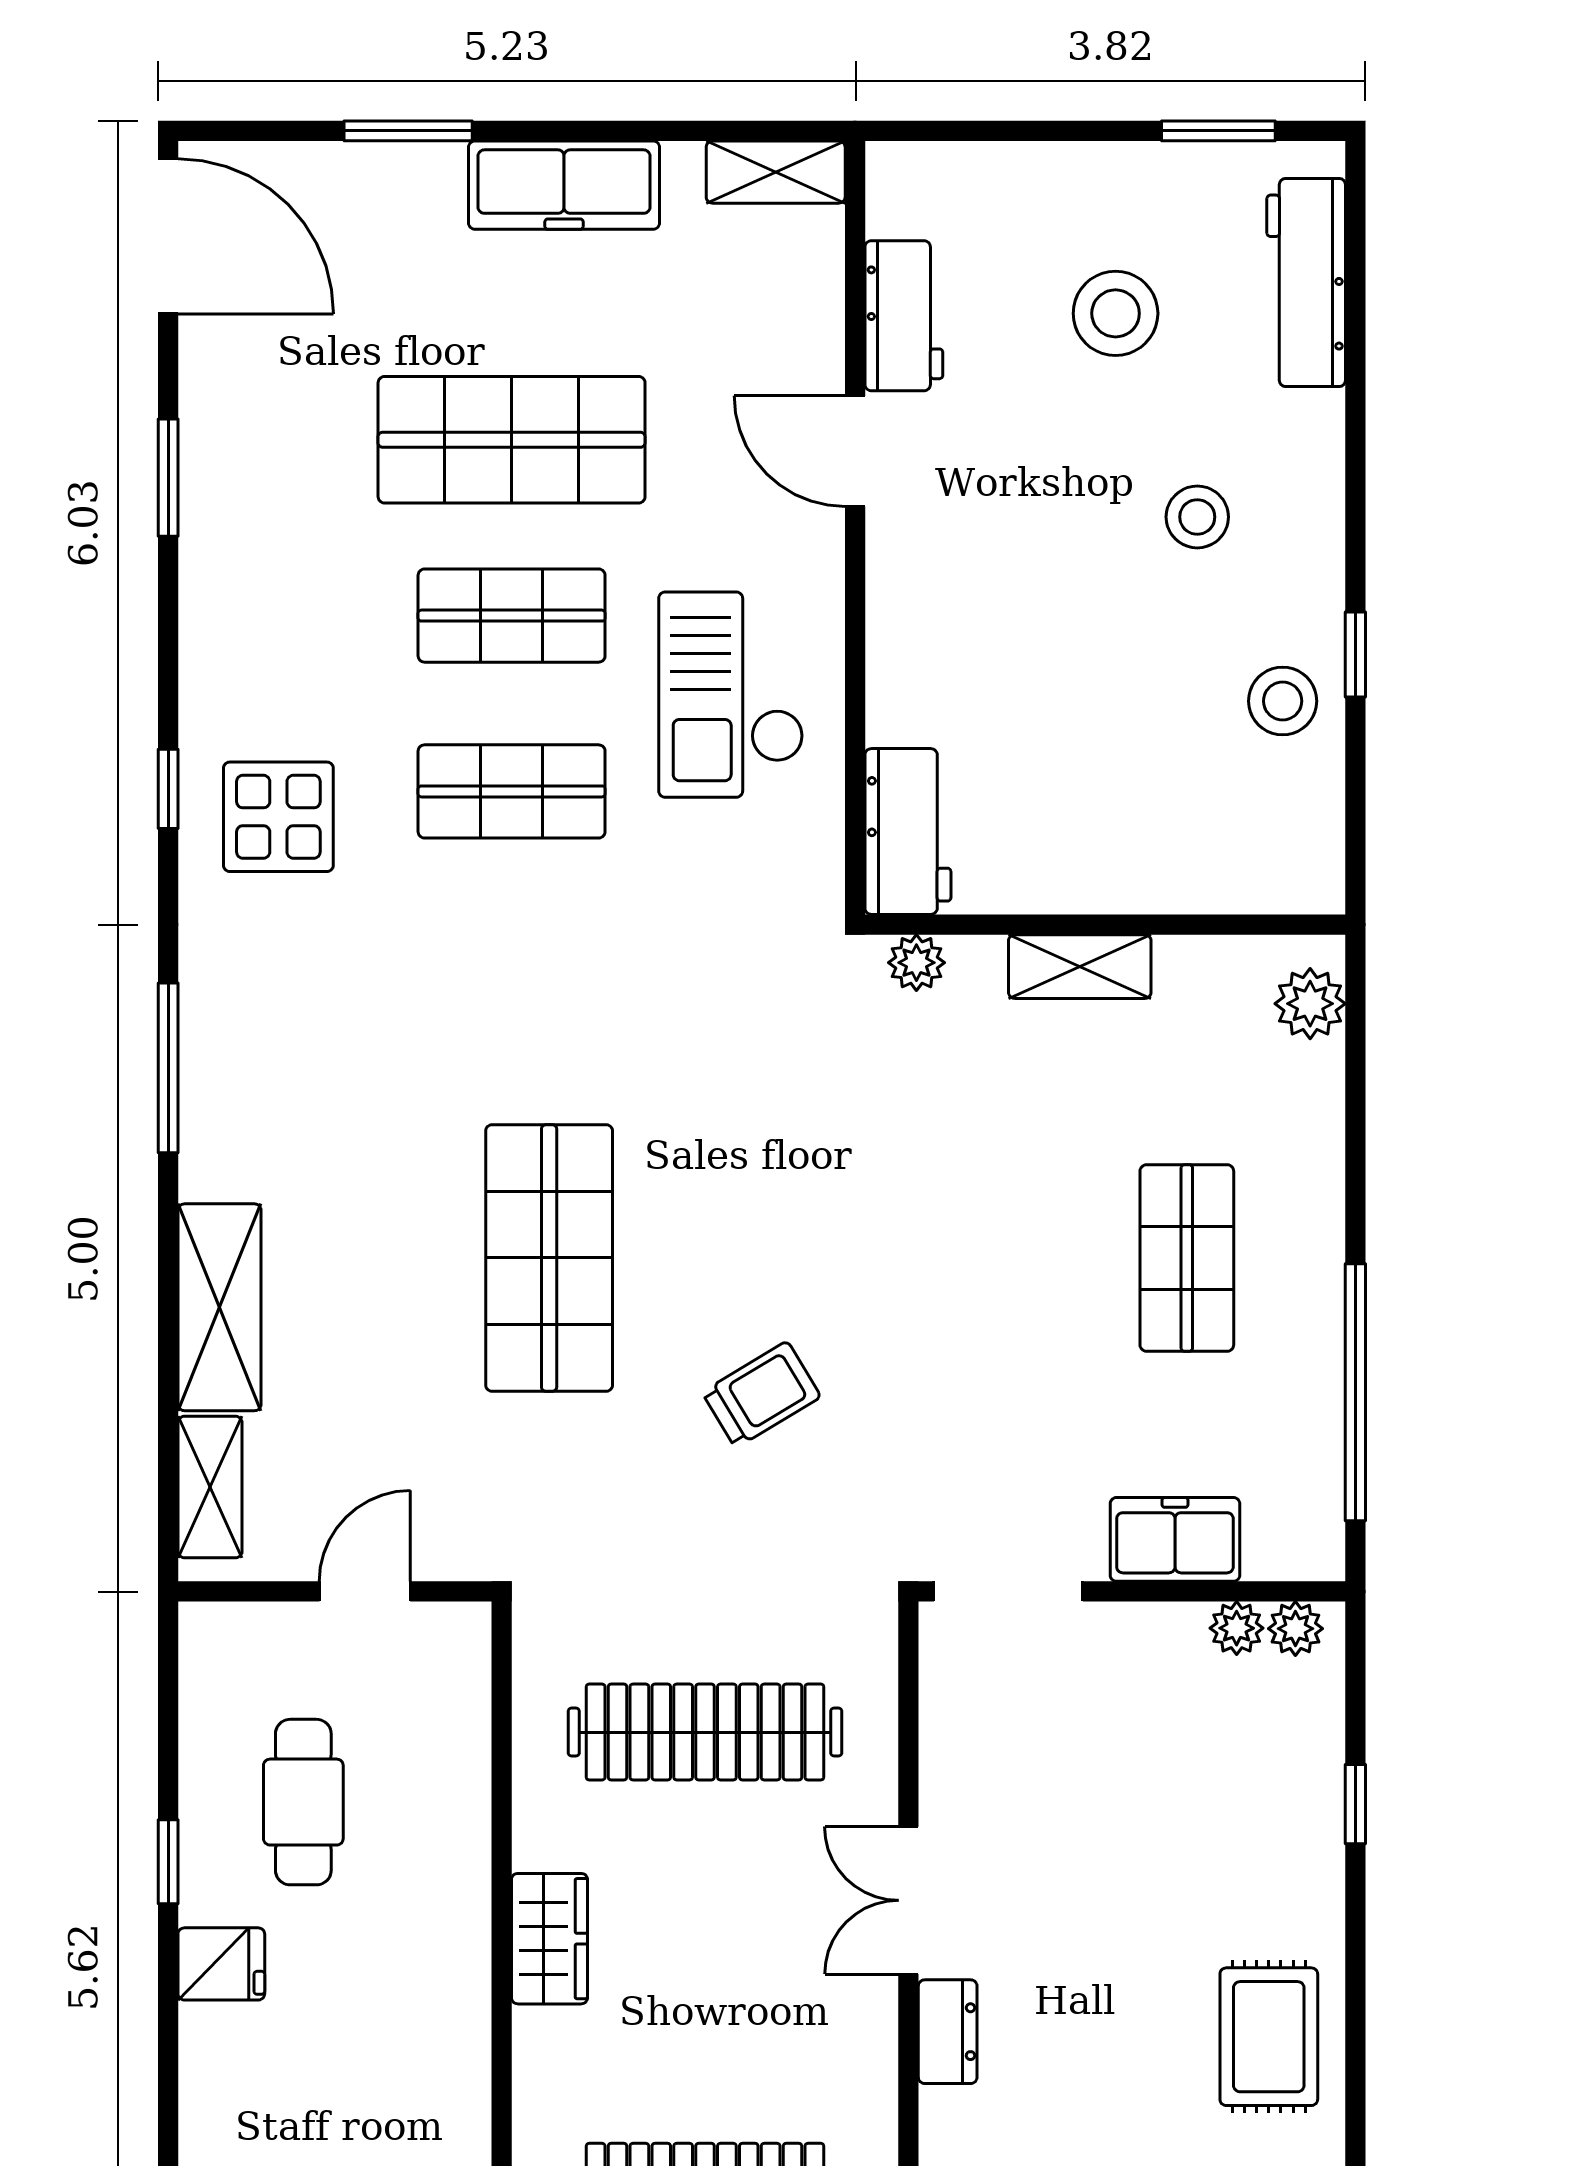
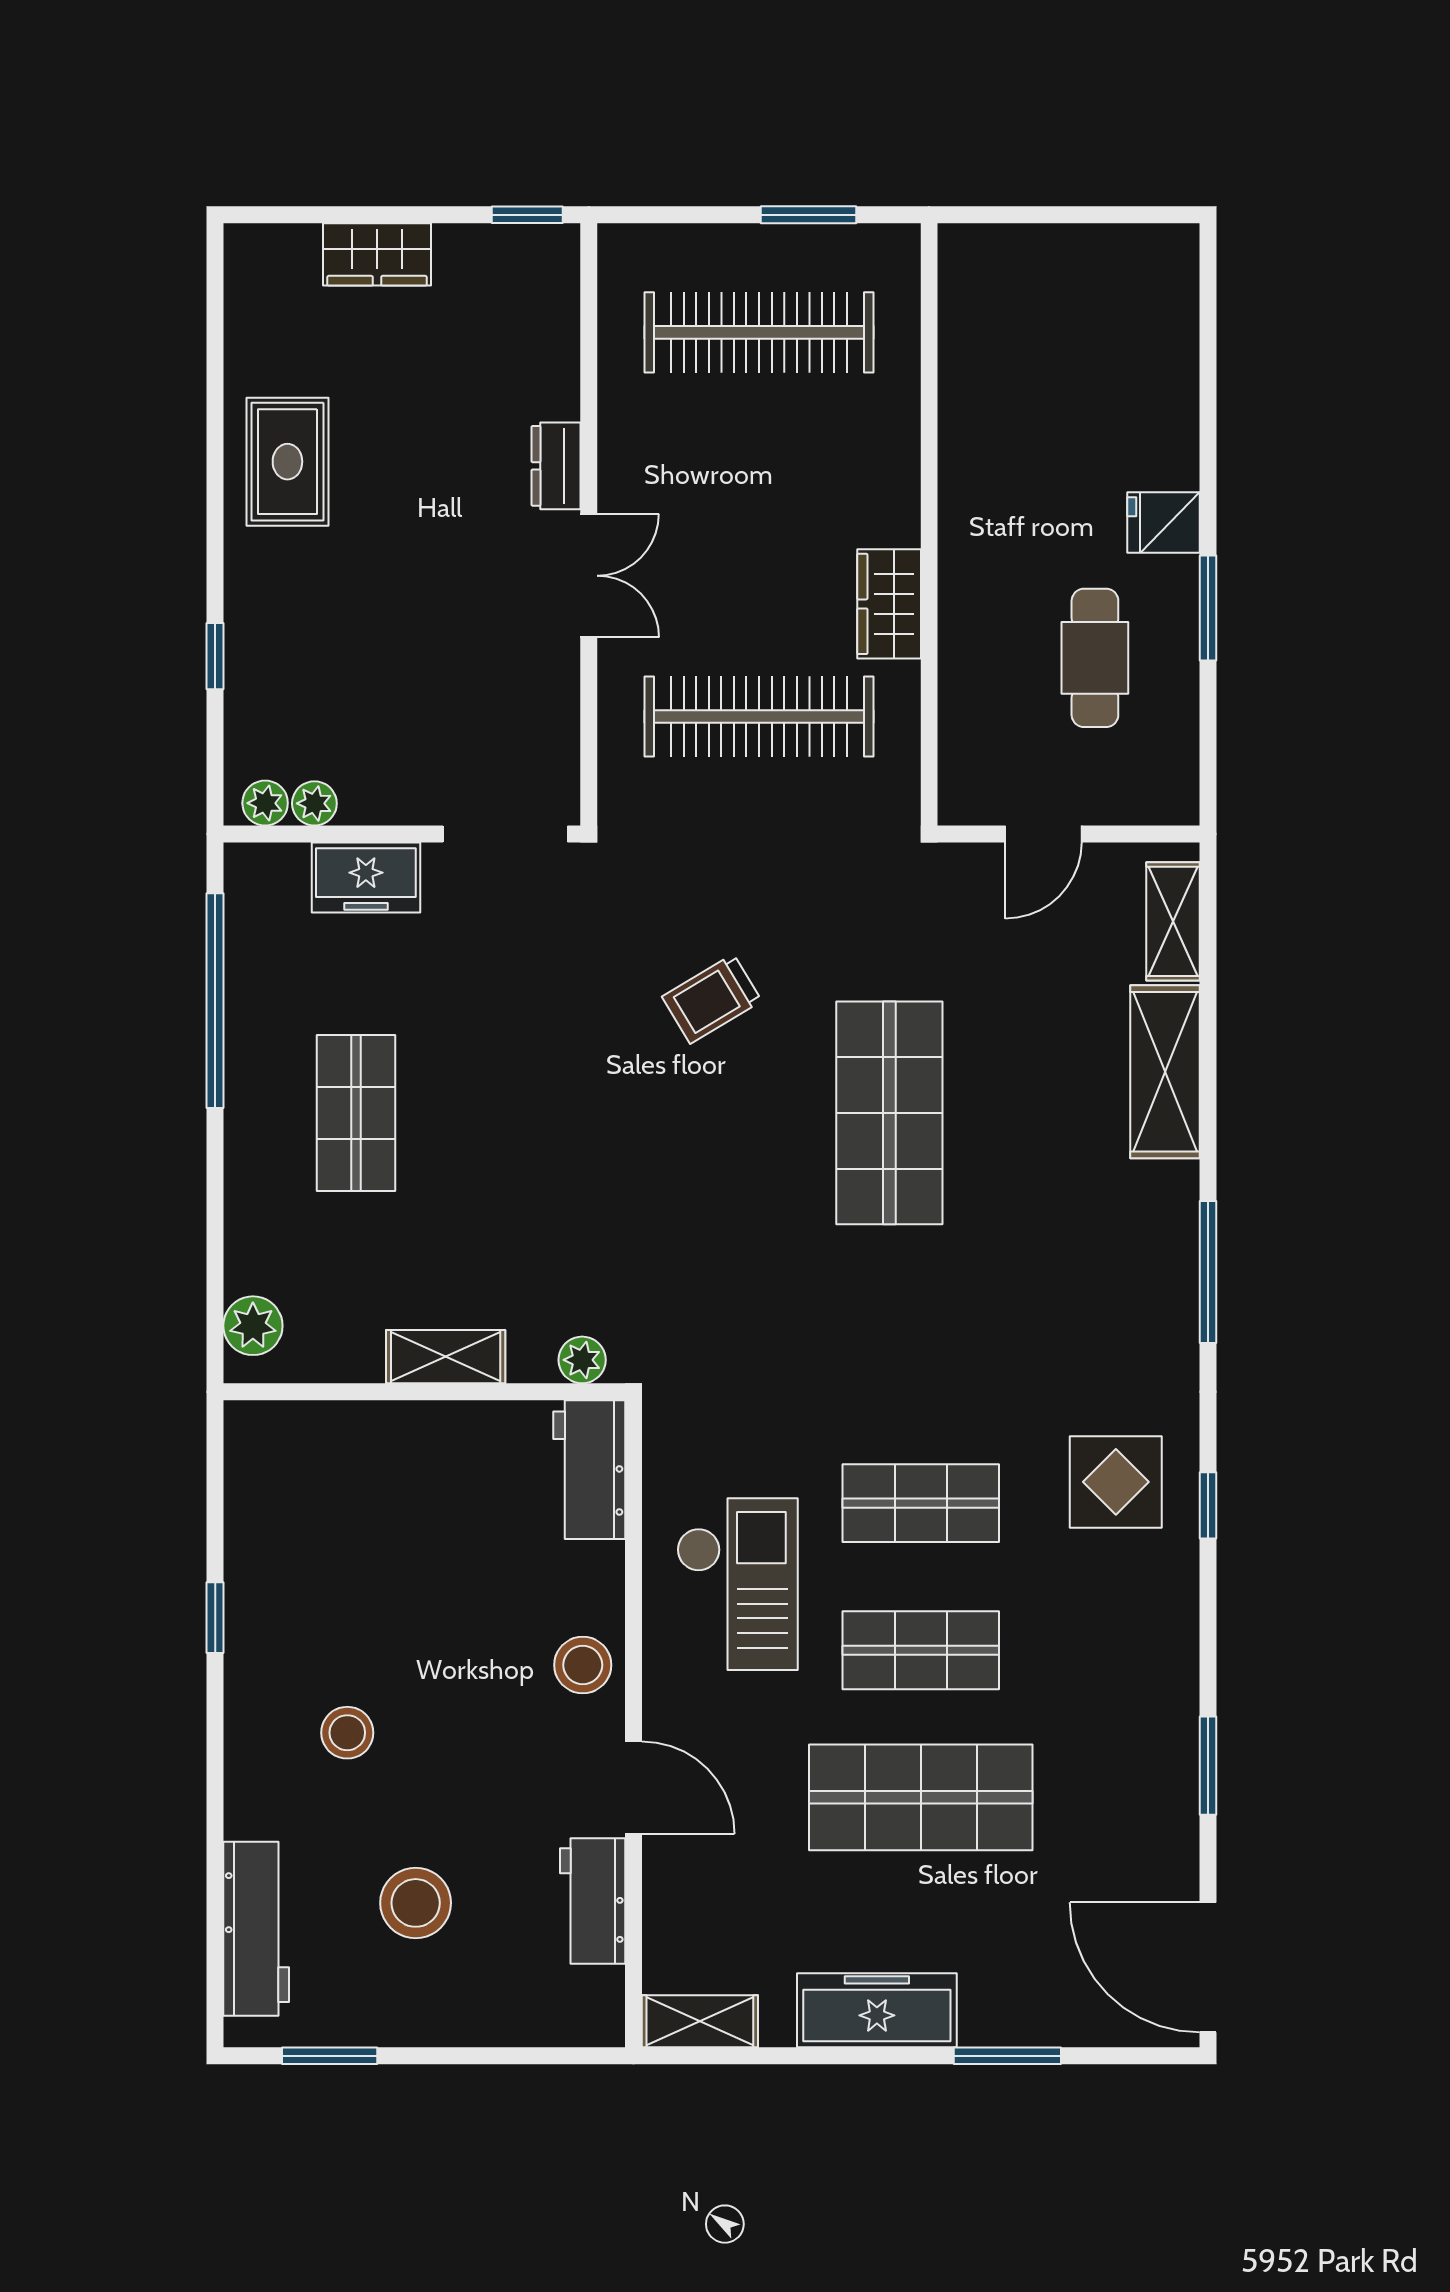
stool: (1283, 701) -> (583, 1665), moved
window: (168, 1862) -> (1208, 608), width x1.50
wardrobe: (549, 1939) -> (889, 604), moved

